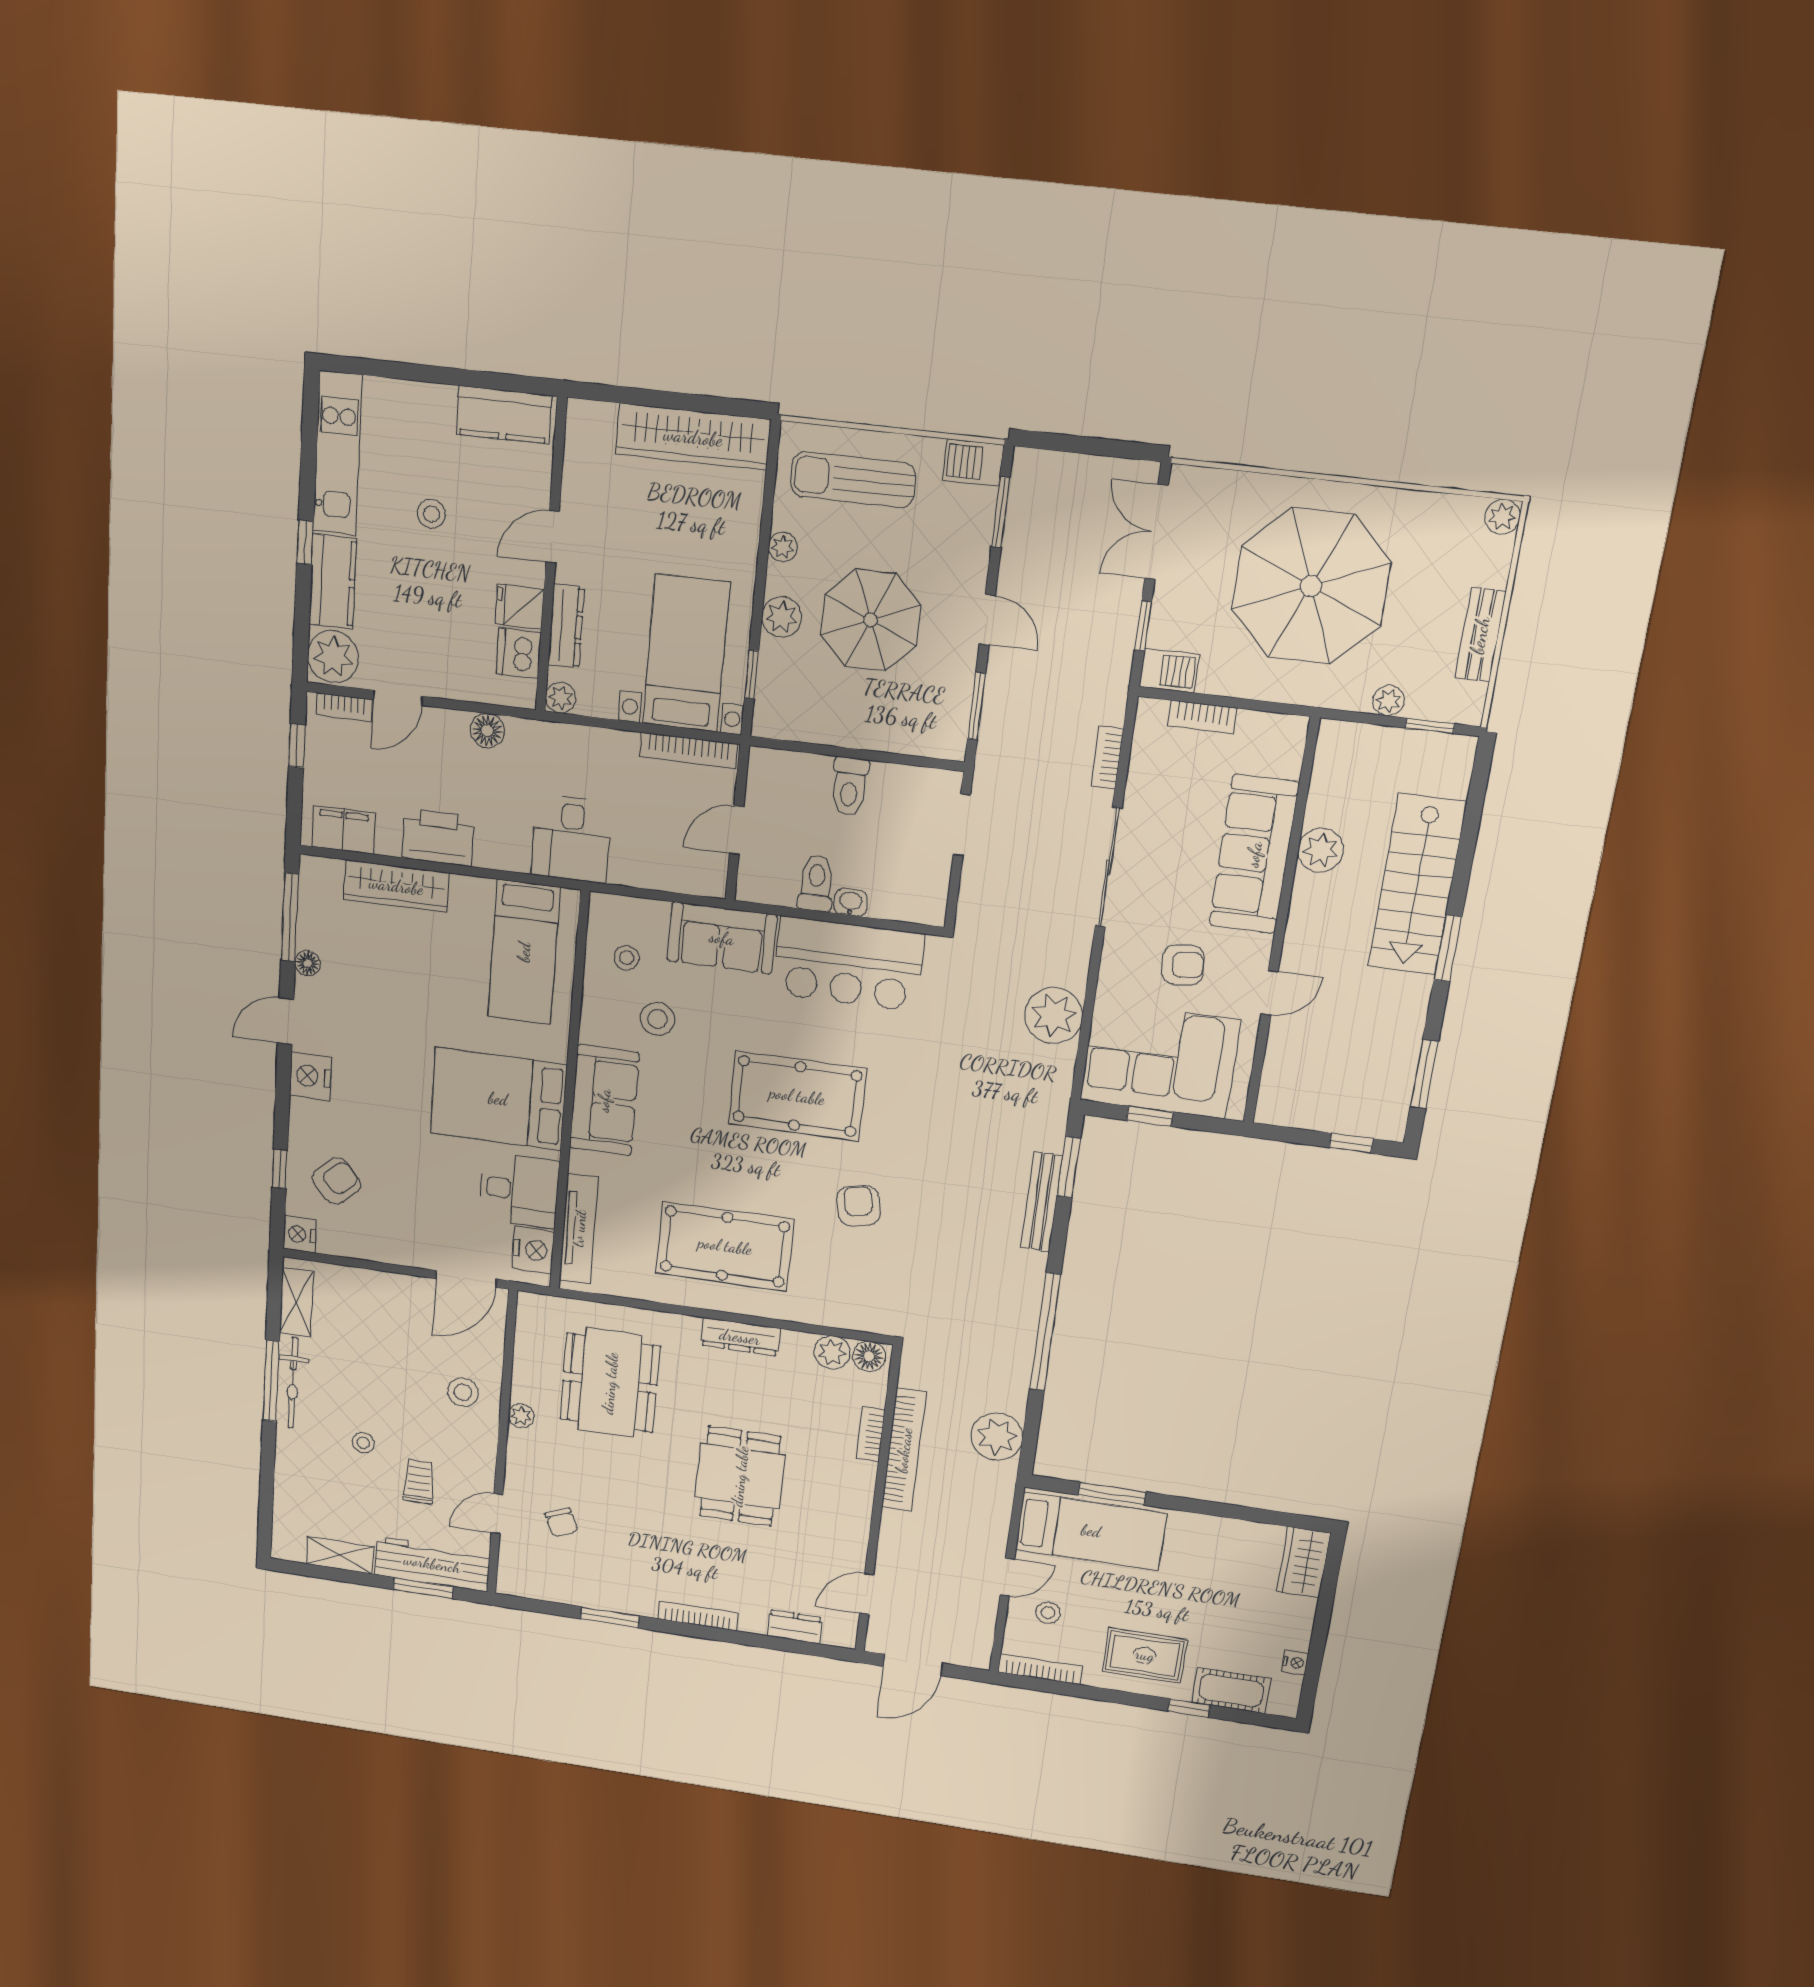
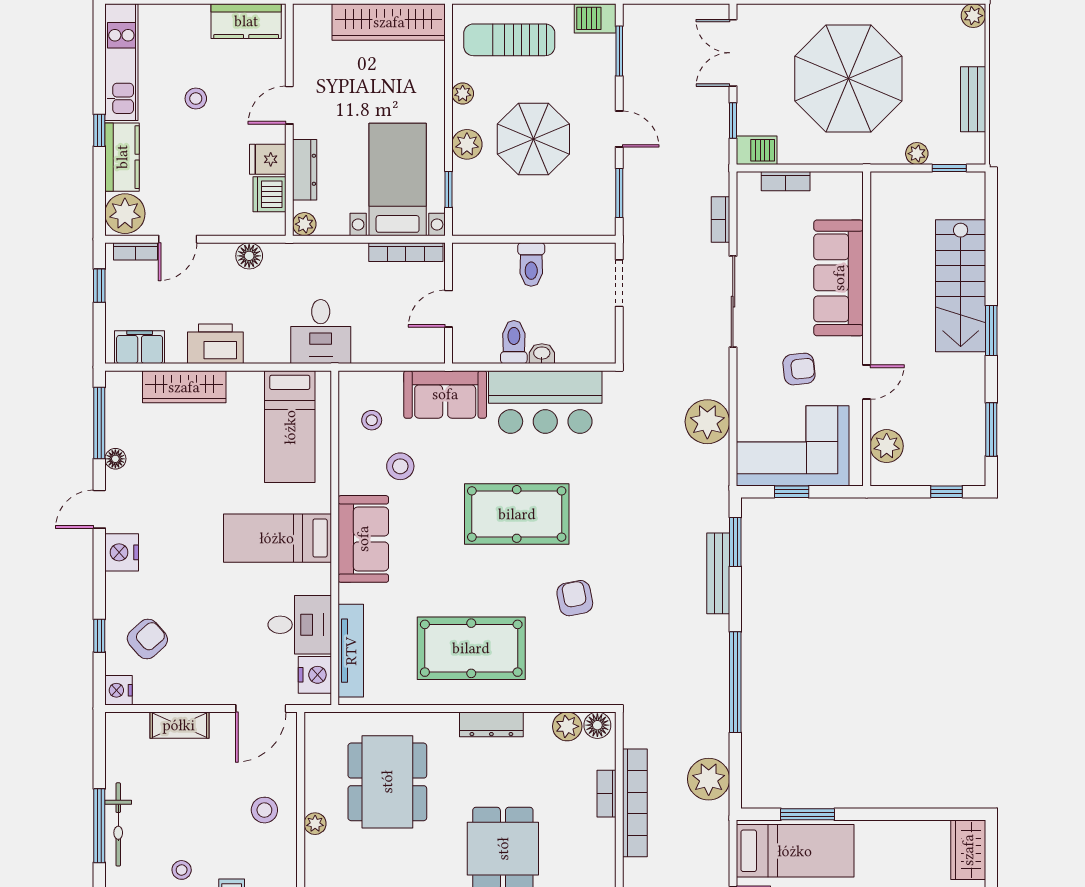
plant: (1321, 850) -> (887, 446), moved
bed: (498, 1099) -> (277, 538), width x0.67
shelving: (296, 1302) -> (179, 725), moved, turned 90

